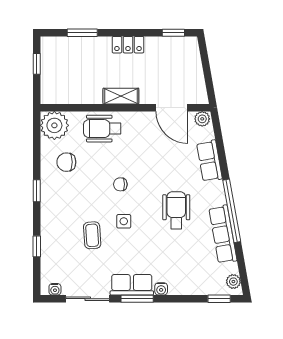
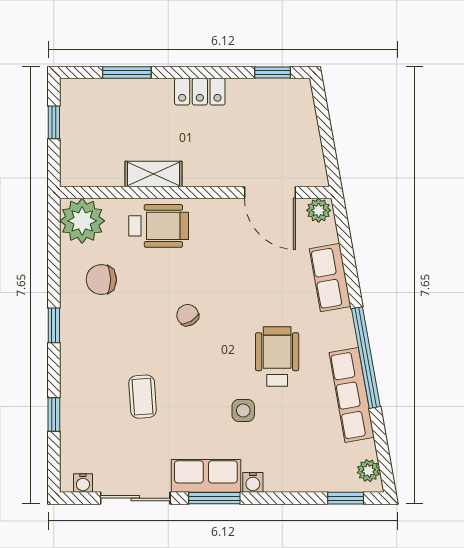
shelving: (121, 96) -> (153, 174), moved
wheelchair: (102, 129) -> (159, 226), turned 180
chair: (120, 184) -> (188, 315), turned 60
side table: (124, 221) -> (243, 411), moved

